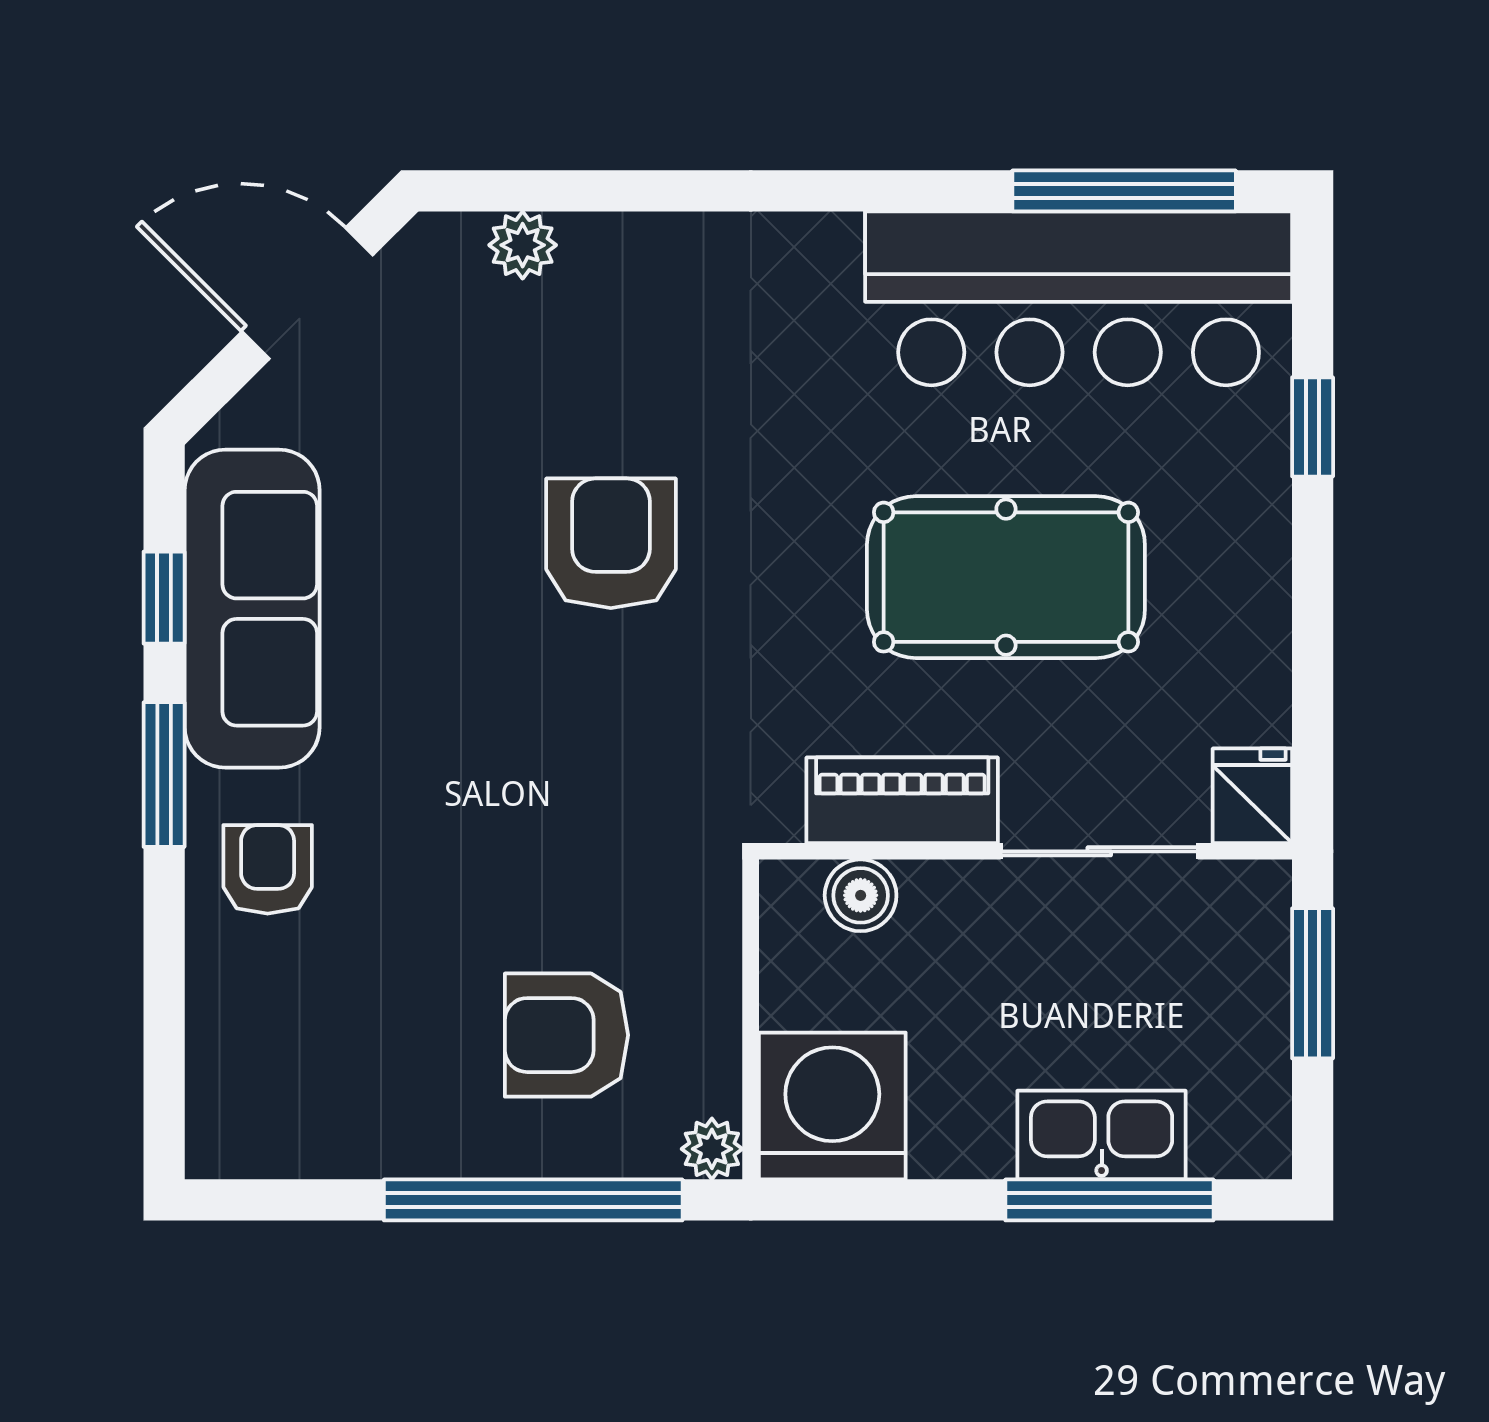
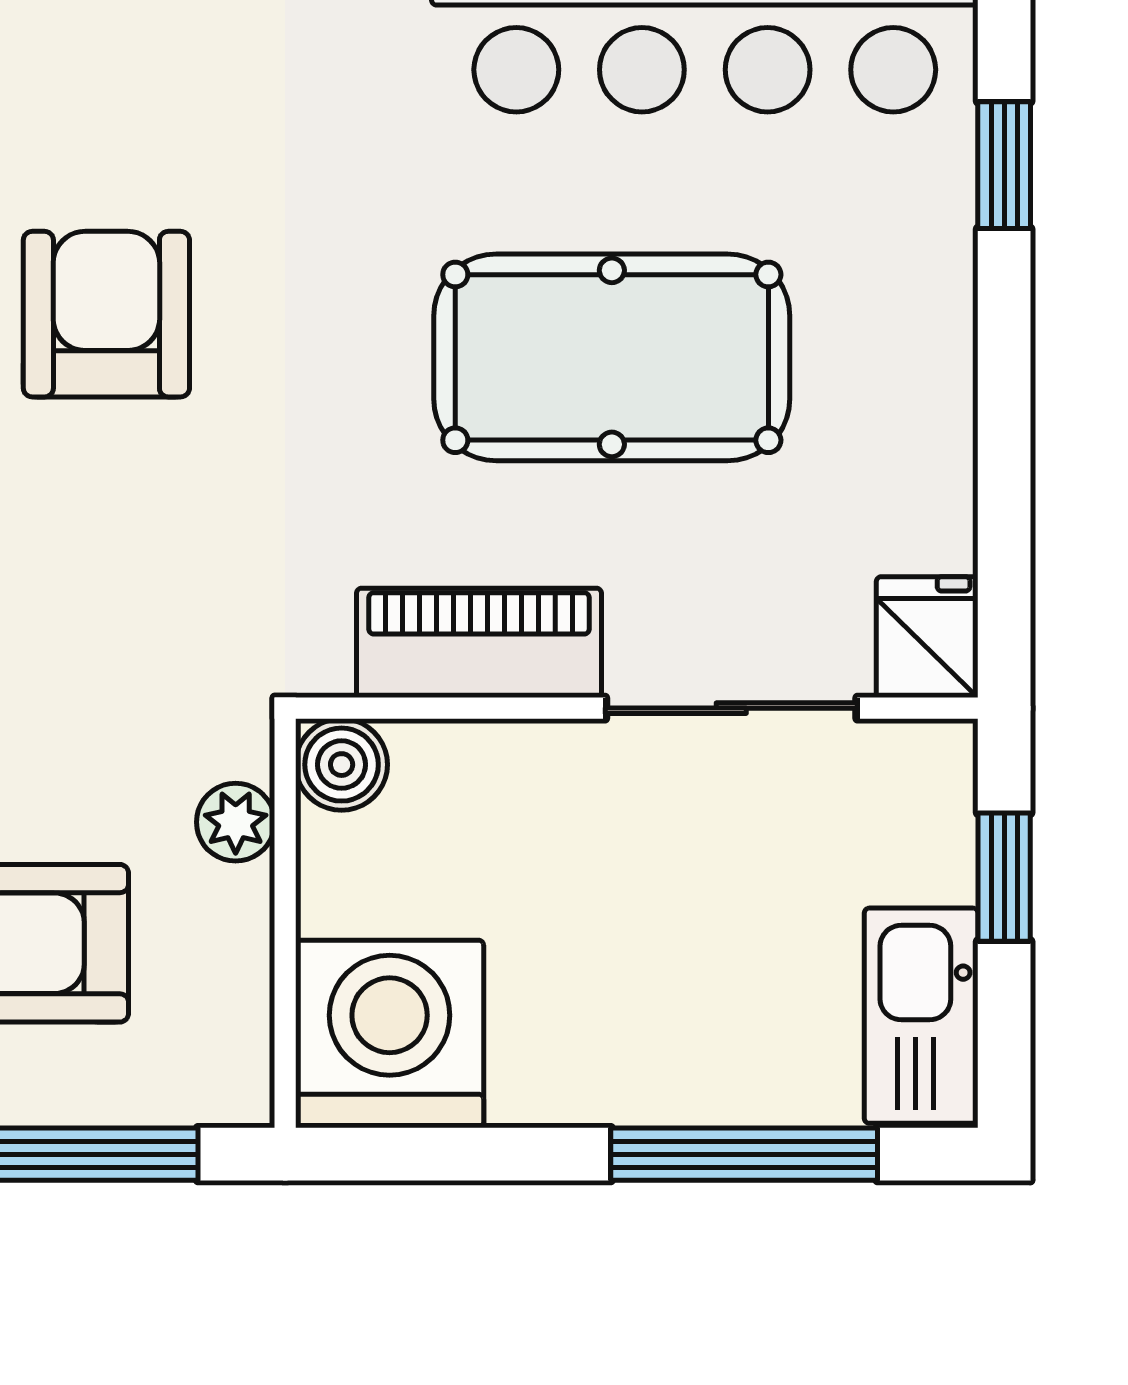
boiler: (861, 895) -> (342, 765), moved
window: (1313, 983) -> (1004, 877), width x0.67
kitchen sink: (1102, 1135) -> (921, 1016), moved, turned -90
plant: (712, 1149) -> (236, 822), moved

